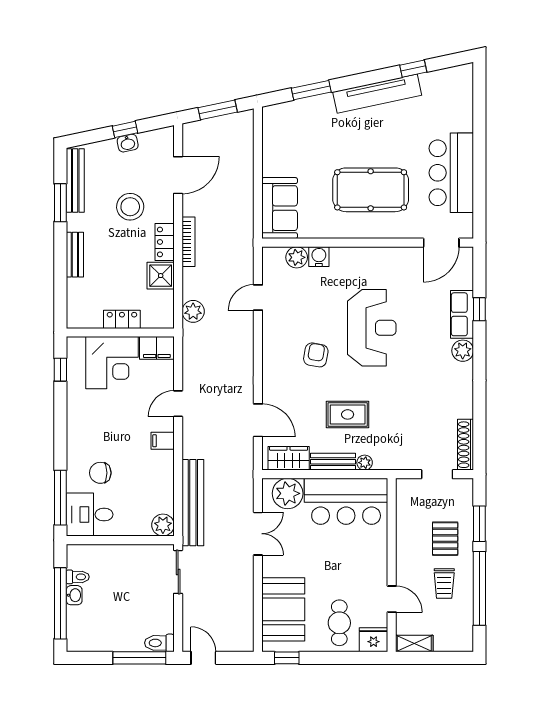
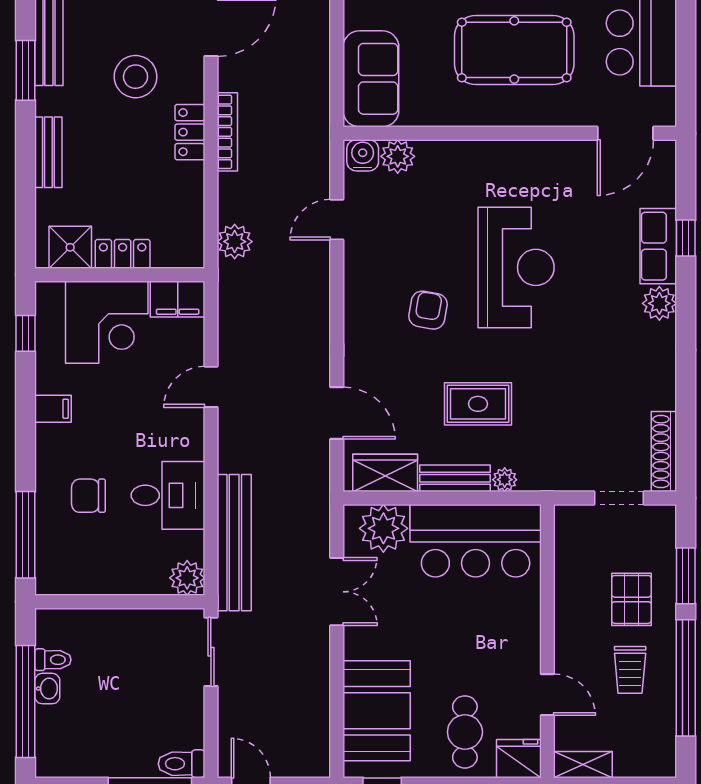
water cooler: (319, 257) -> (363, 155), moved
shower: (161, 276) -> (70, 247), moved
filing cabinet: (163, 441) -> (53, 409), moved, turned 180
desk: (90, 515) -> (168, 495), moved, turned 180

